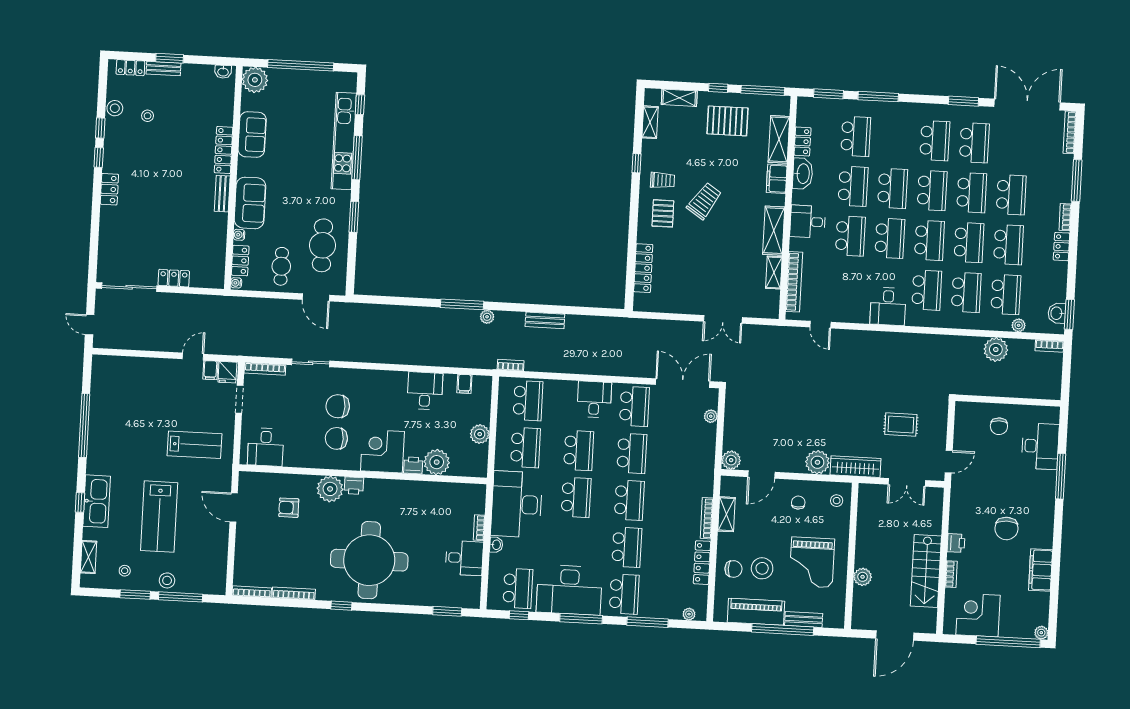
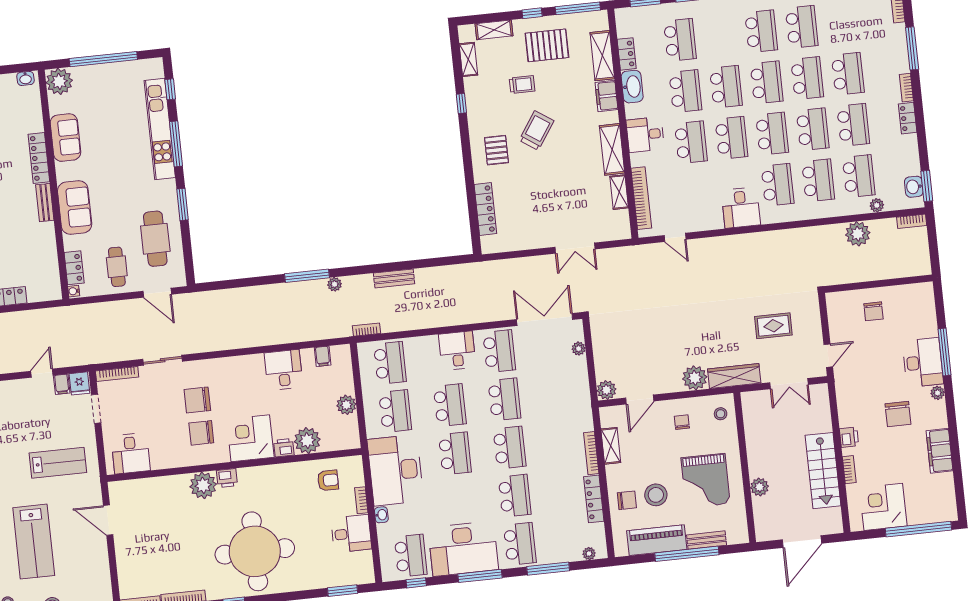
trolley: (662, 180) -> (522, 84), moved
water cooler: (239, 235) -> (69, 242), removed
desk: (1040, 446) -> (923, 362), moved
armchair: (289, 508) -> (328, 480), moved, turned 180
plant: (1041, 633) -> (938, 393), moved

